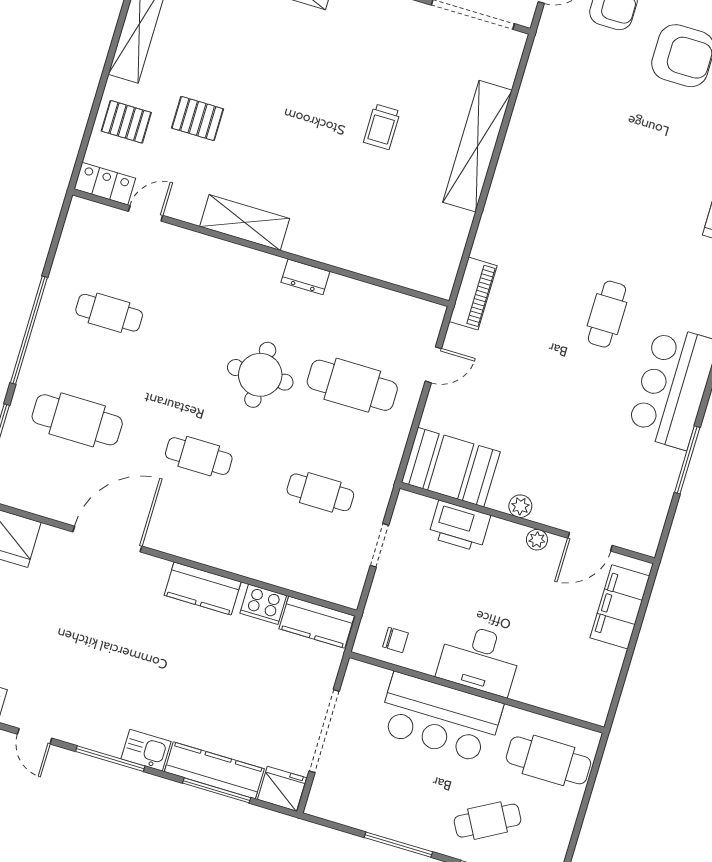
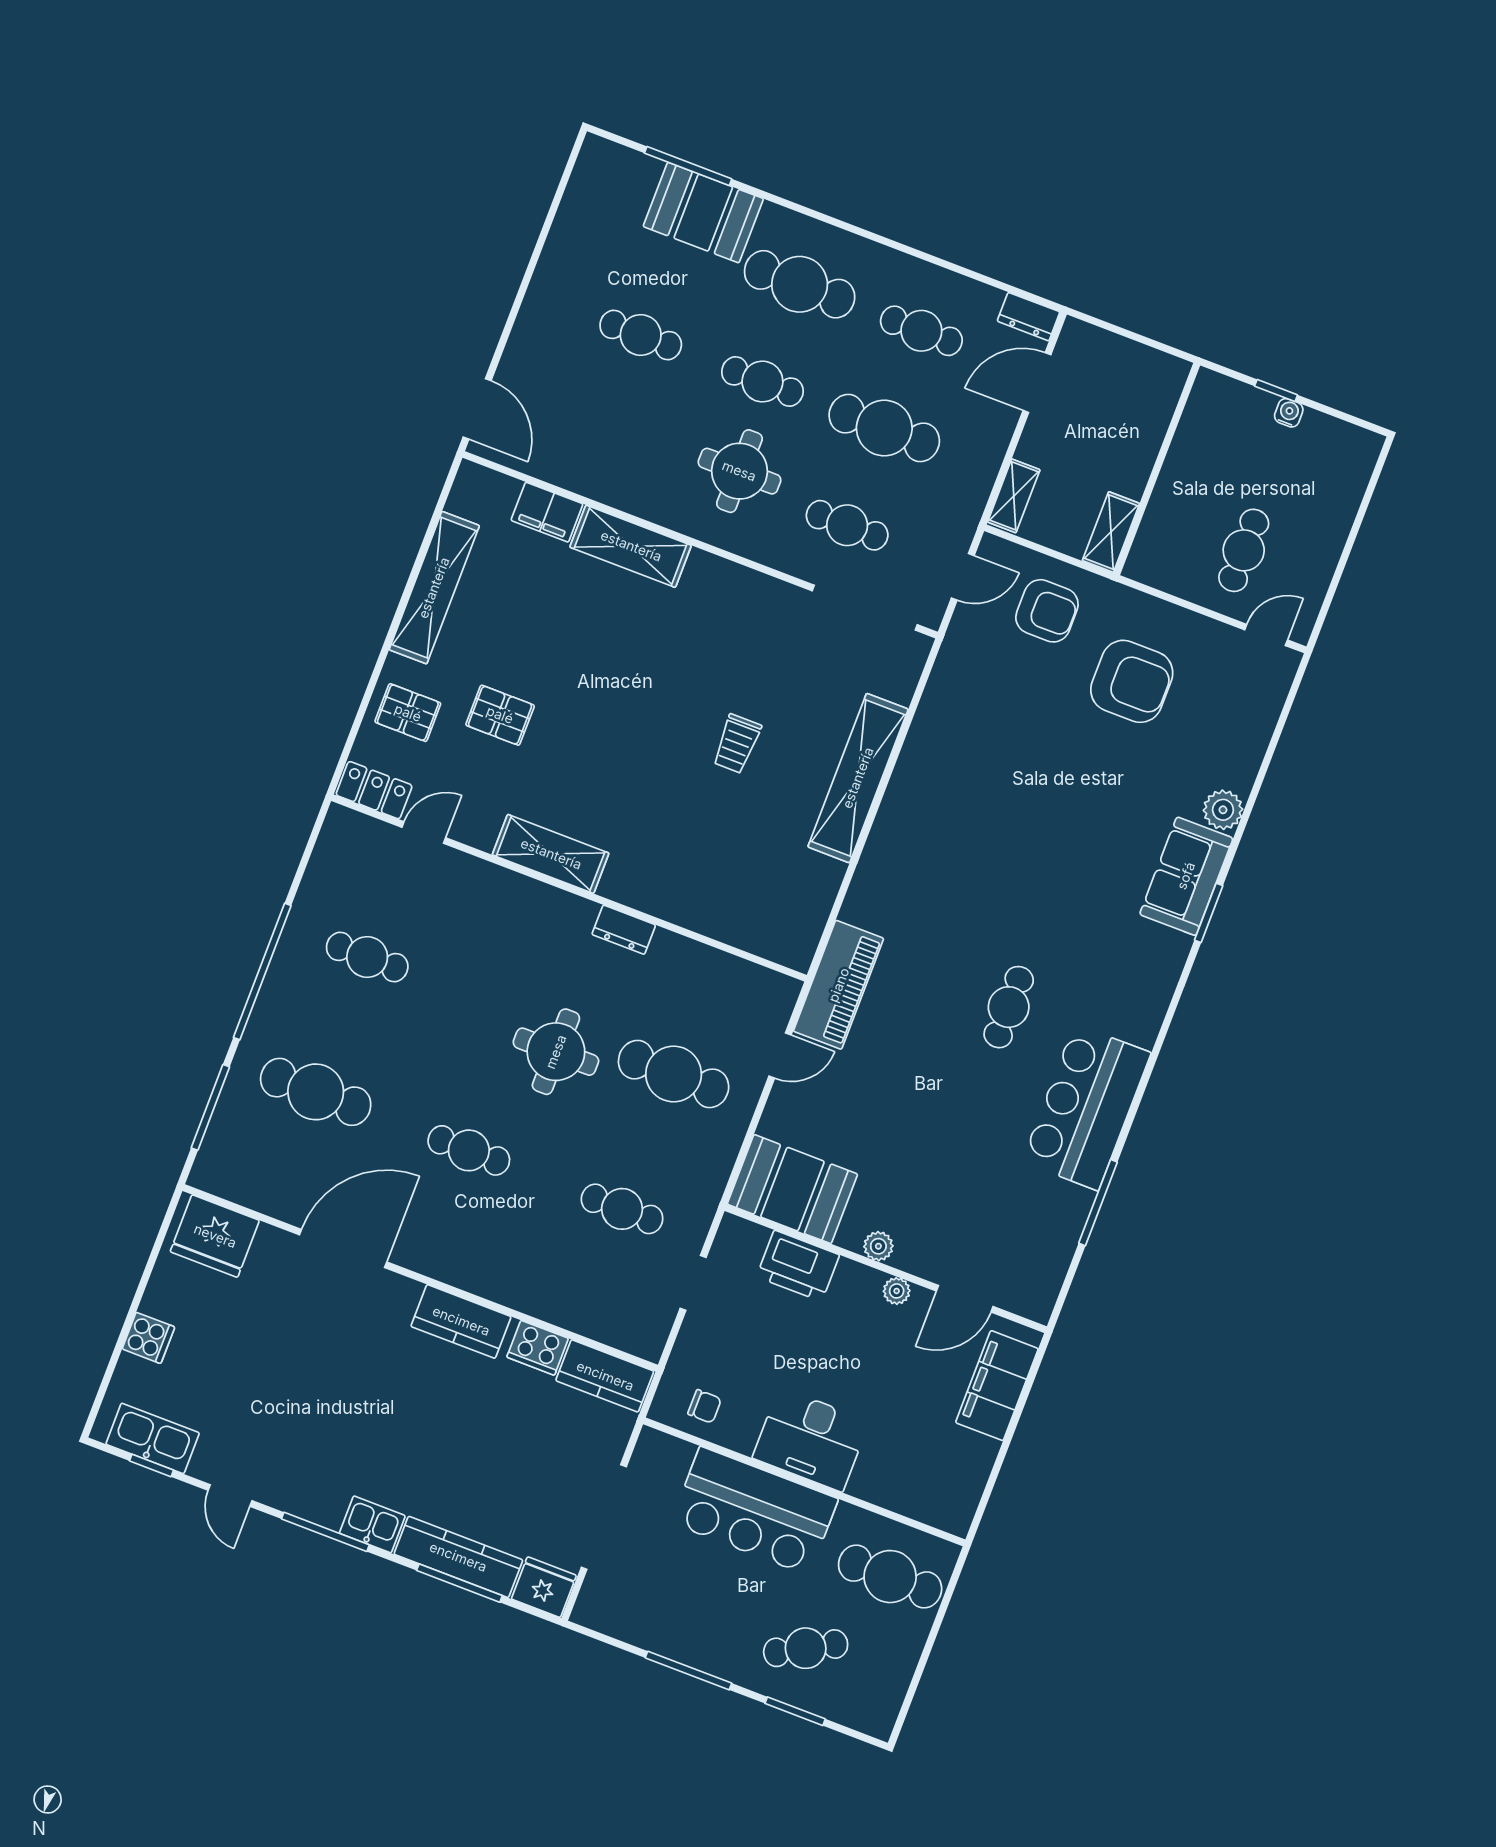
piano: (473, 294) -> (839, 985), width x1.37, depth x1.33

